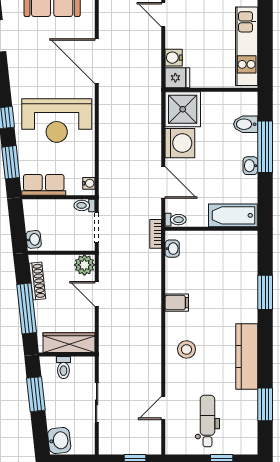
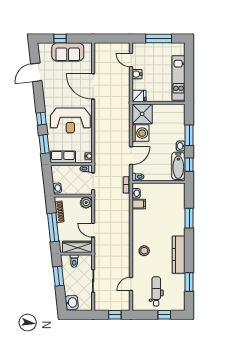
water cooler: (174, 58) -> (137, 74), moved
bidet: (246, 124) -> (178, 122), removed
window: (265, 147) -> (189, 135), width x0.69
door: (163, 183) -> (131, 156), hinge flipped
window: (265, 198) -> (189, 165), added
bathtub: (233, 215) -> (178, 166), moved, turned -90
door: (97, 294) -> (93, 230), moved
filing cabinet: (177, 303) -> (139, 204), moved

